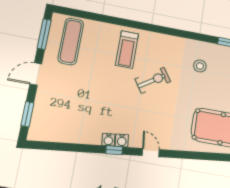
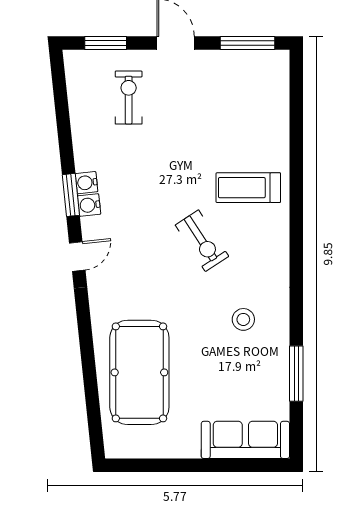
exercise mat: (71, 41) -> (244, 90), removed
exercise bike: (63, 107) -> (129, 97), added
window: (114, 150) -> (71, 195), width x1.50

